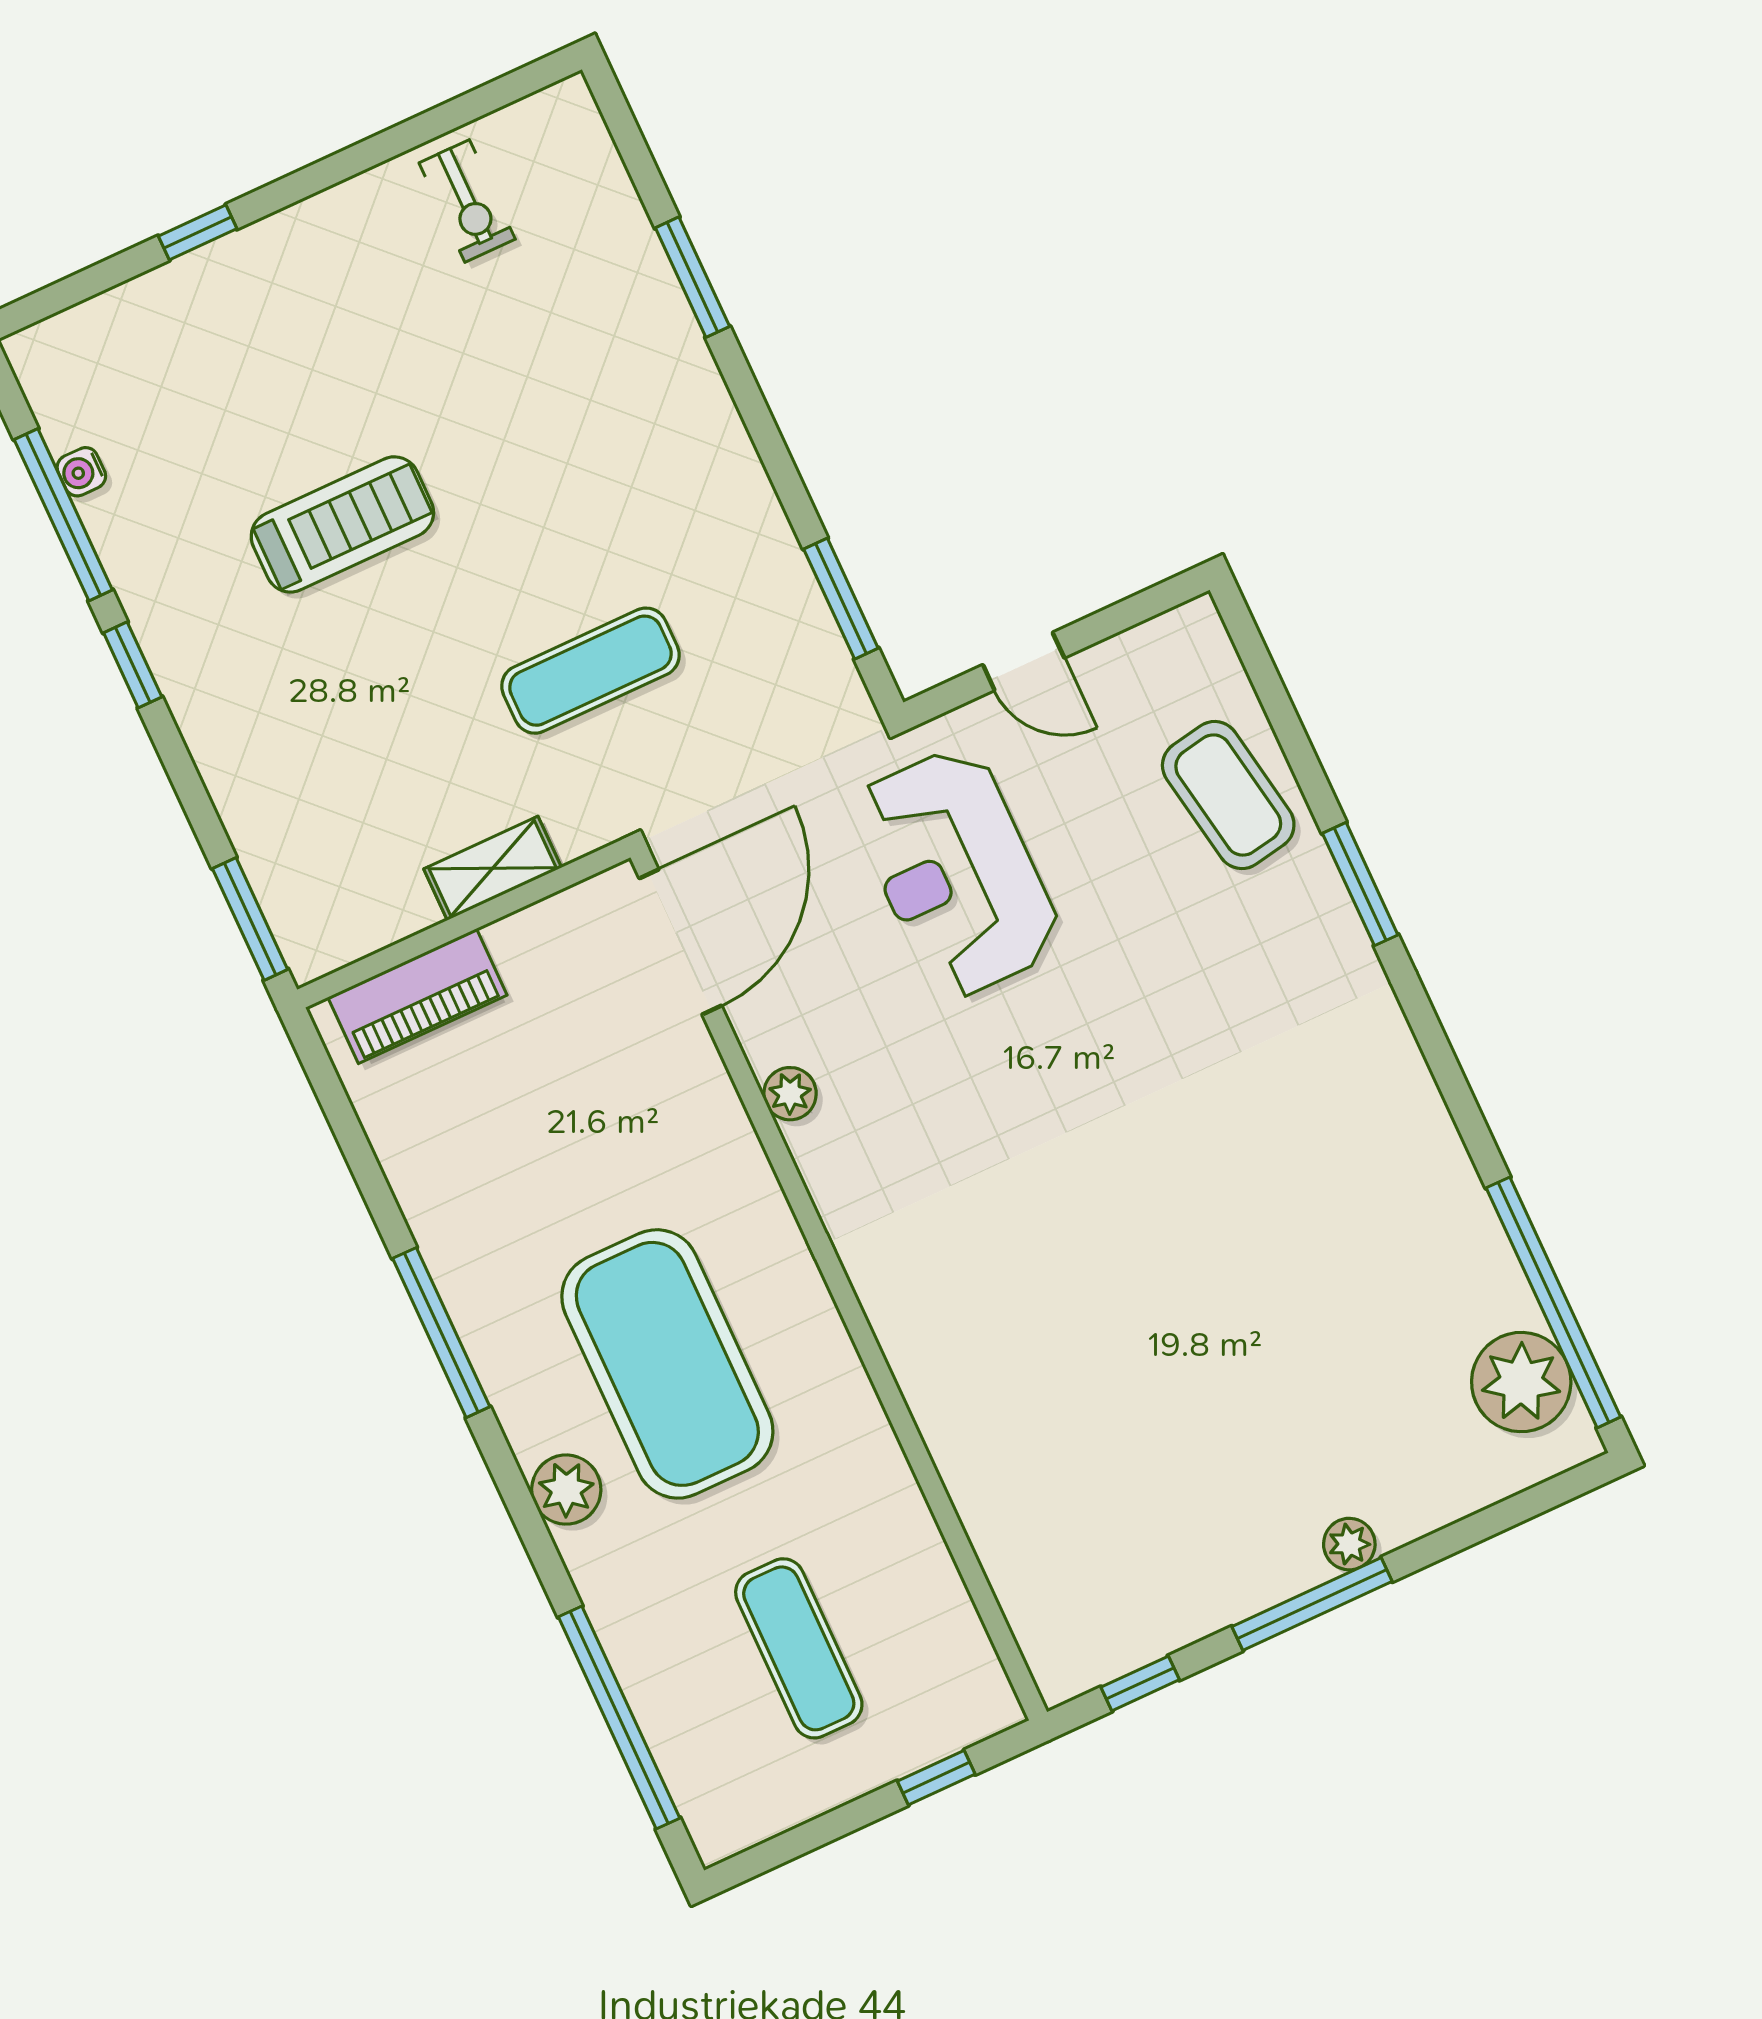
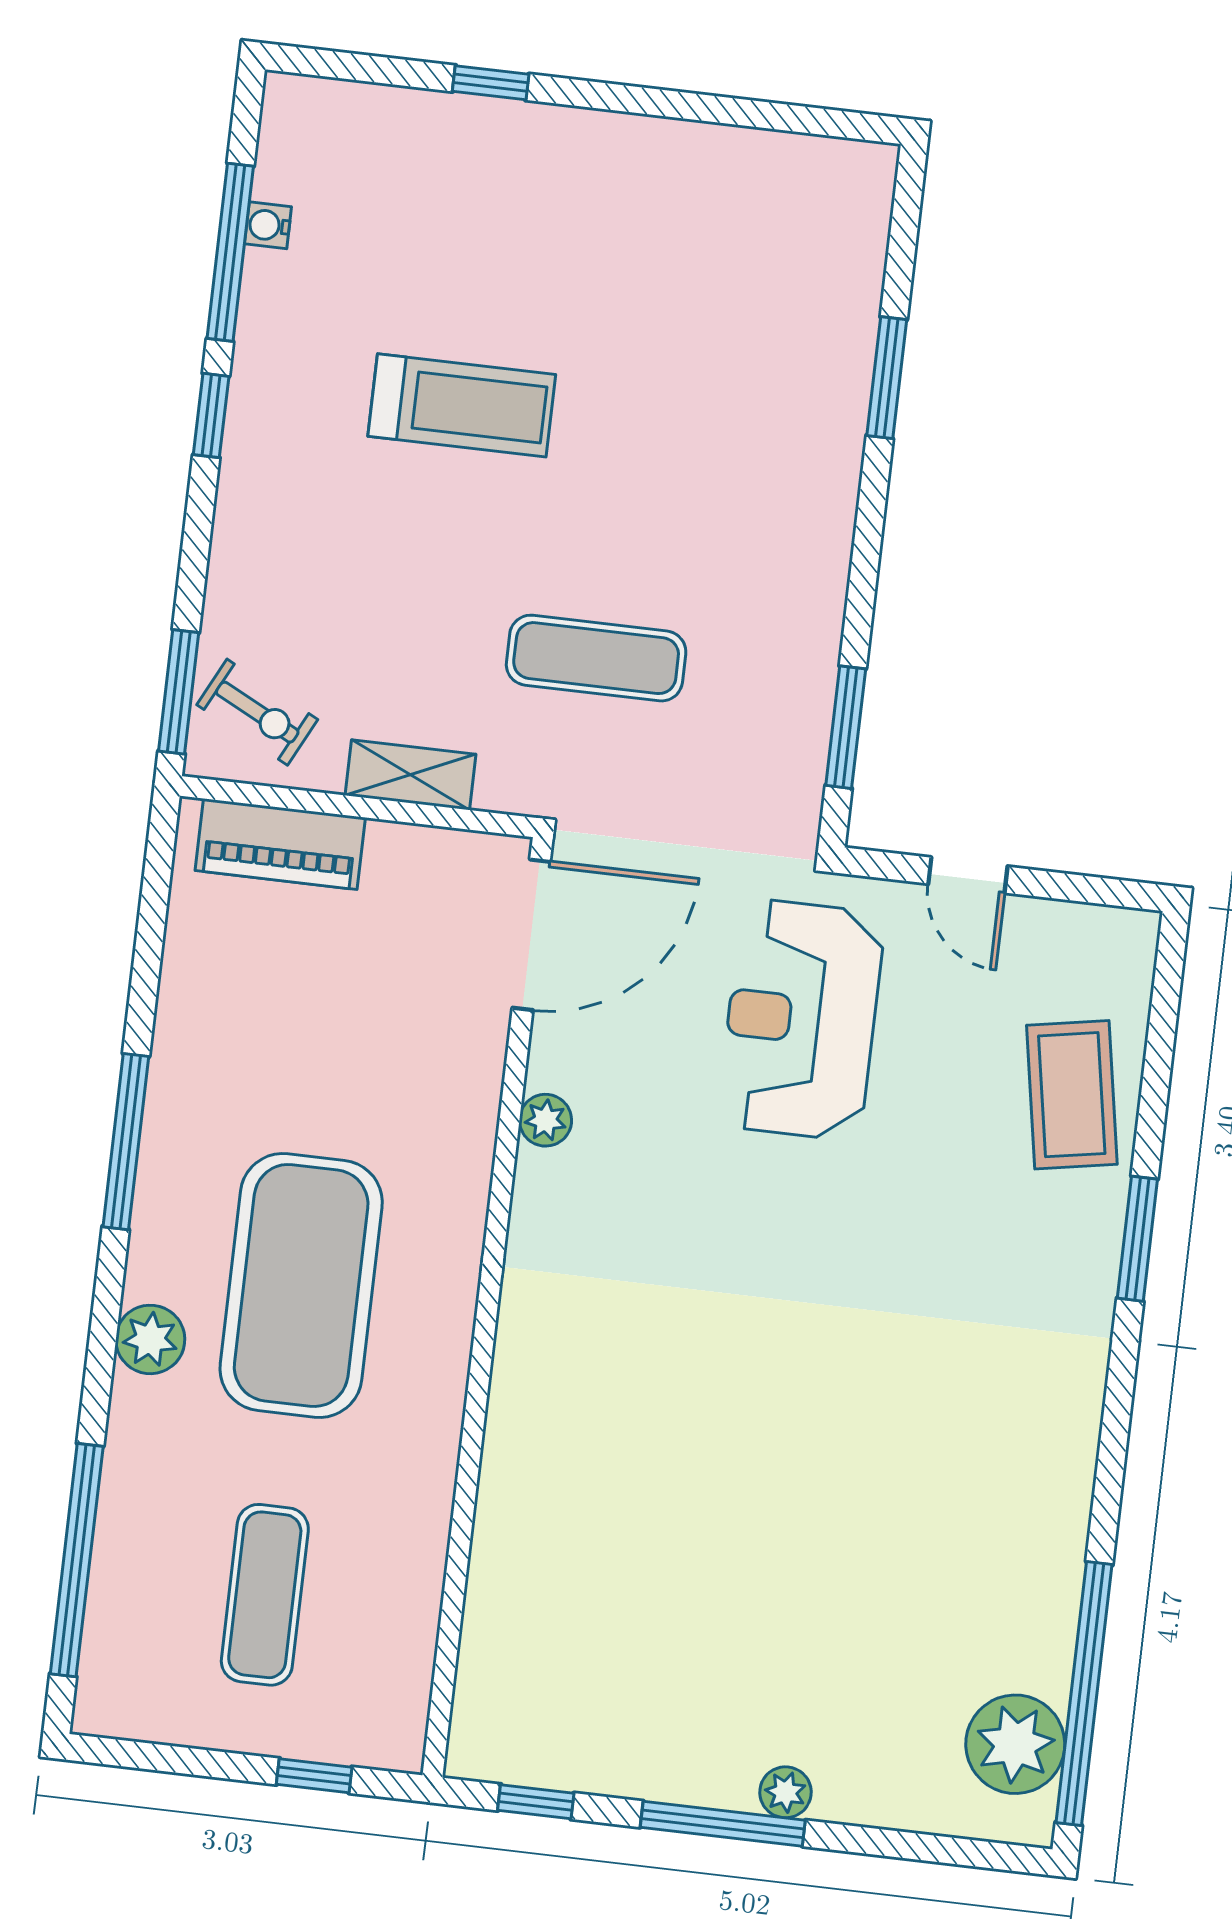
exercise bike: (467, 201) -> (257, 712), moved, turned -63

